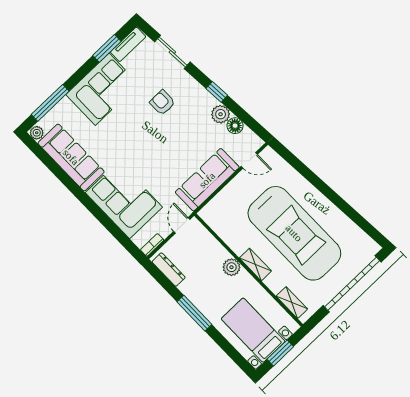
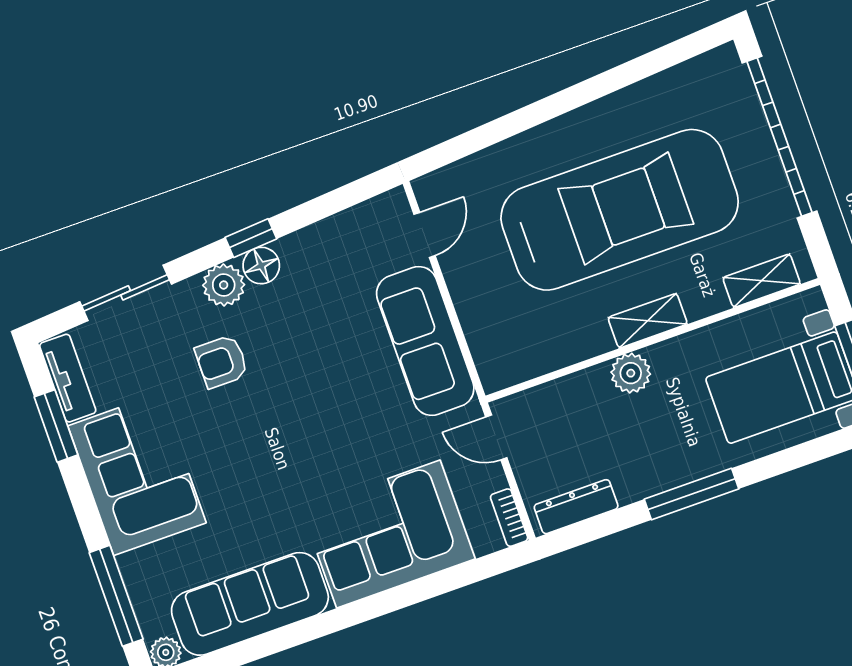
plant: (221, 114) -> (224, 285), moved
floor lamp: (235, 126) -> (261, 266), moved

